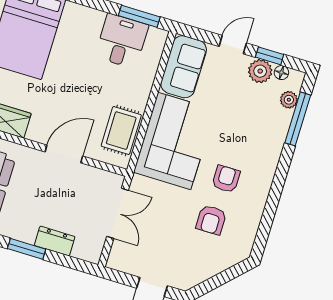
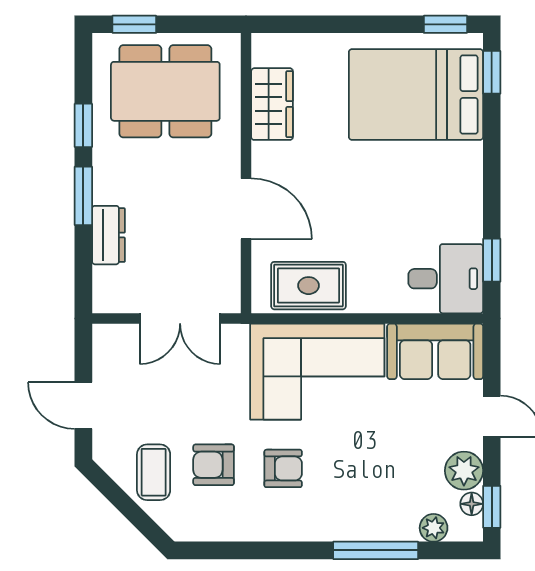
window: (139, 16) -> (492, 260), width x0.67
desk: (122, 41) -> (446, 279), moved
window: (270, 56) -> (492, 507), moved
window: (298, 119) -> (376, 550), moved
coffee table: (205, 257) -> (154, 472), added

